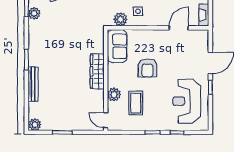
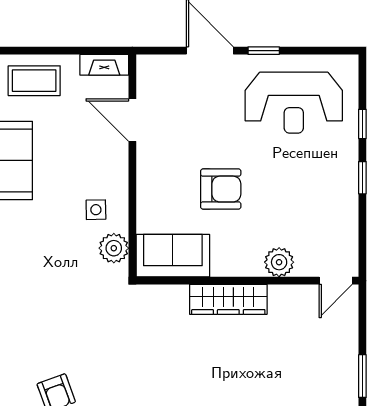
coffee table: (136, 103) -> (298, 215), removed

